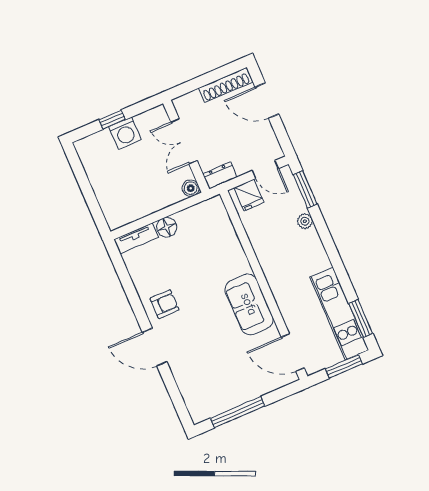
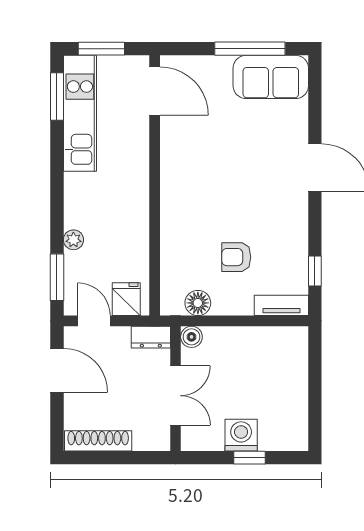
door: (267, 100) -> (57, 370), moved
floor lamp: (167, 227) -> (198, 303), moved
window: (123, 273) -> (315, 271), added
armchair: (164, 304) -> (236, 257), moved
sofa: (249, 304) -> (271, 77), moved, turned 90

